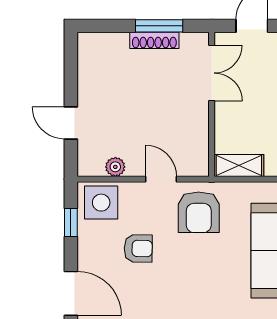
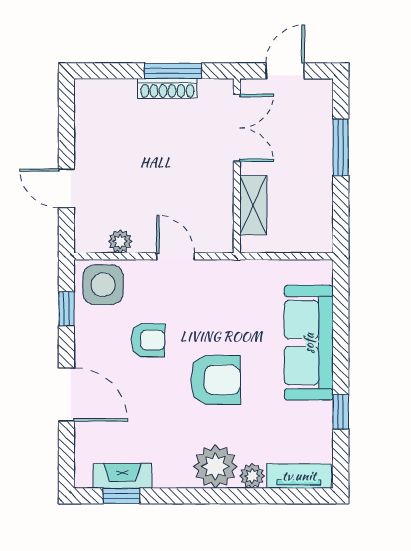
shelving: (239, 166) -> (253, 205), moved, turned 90
armchair: (199, 212) -> (215, 380), moved, turned -90

